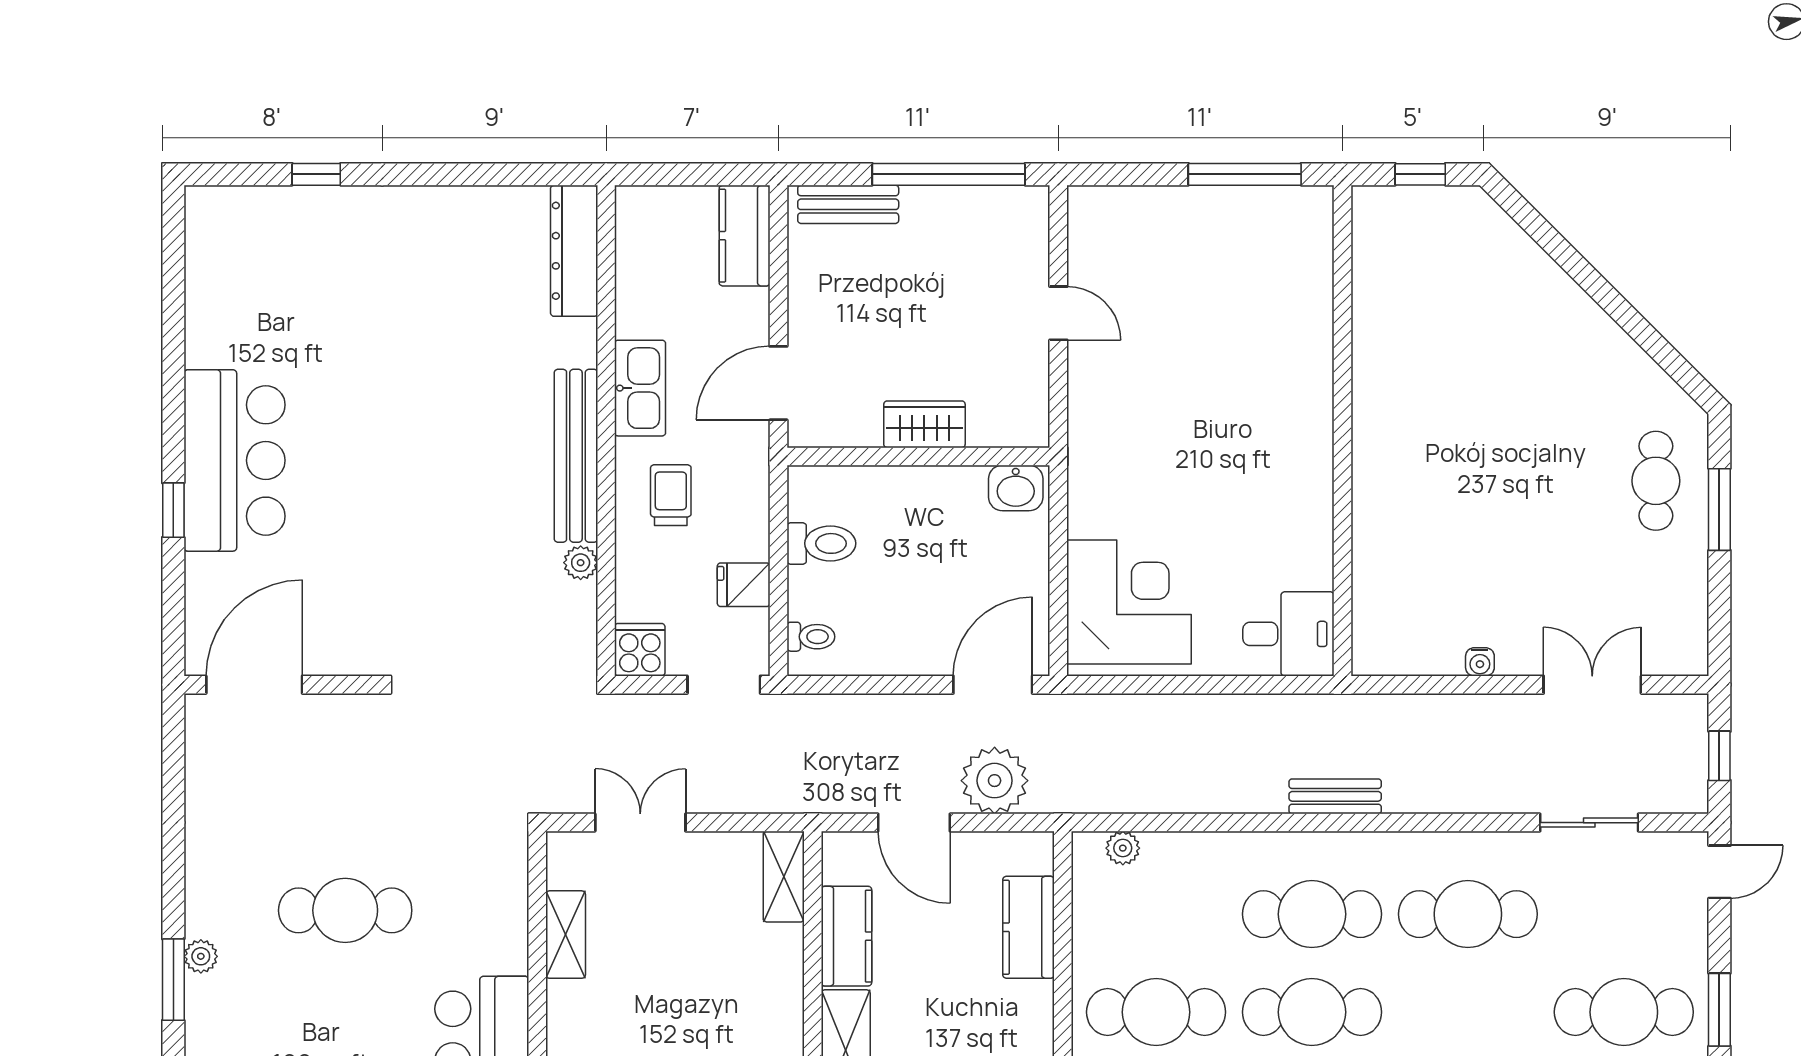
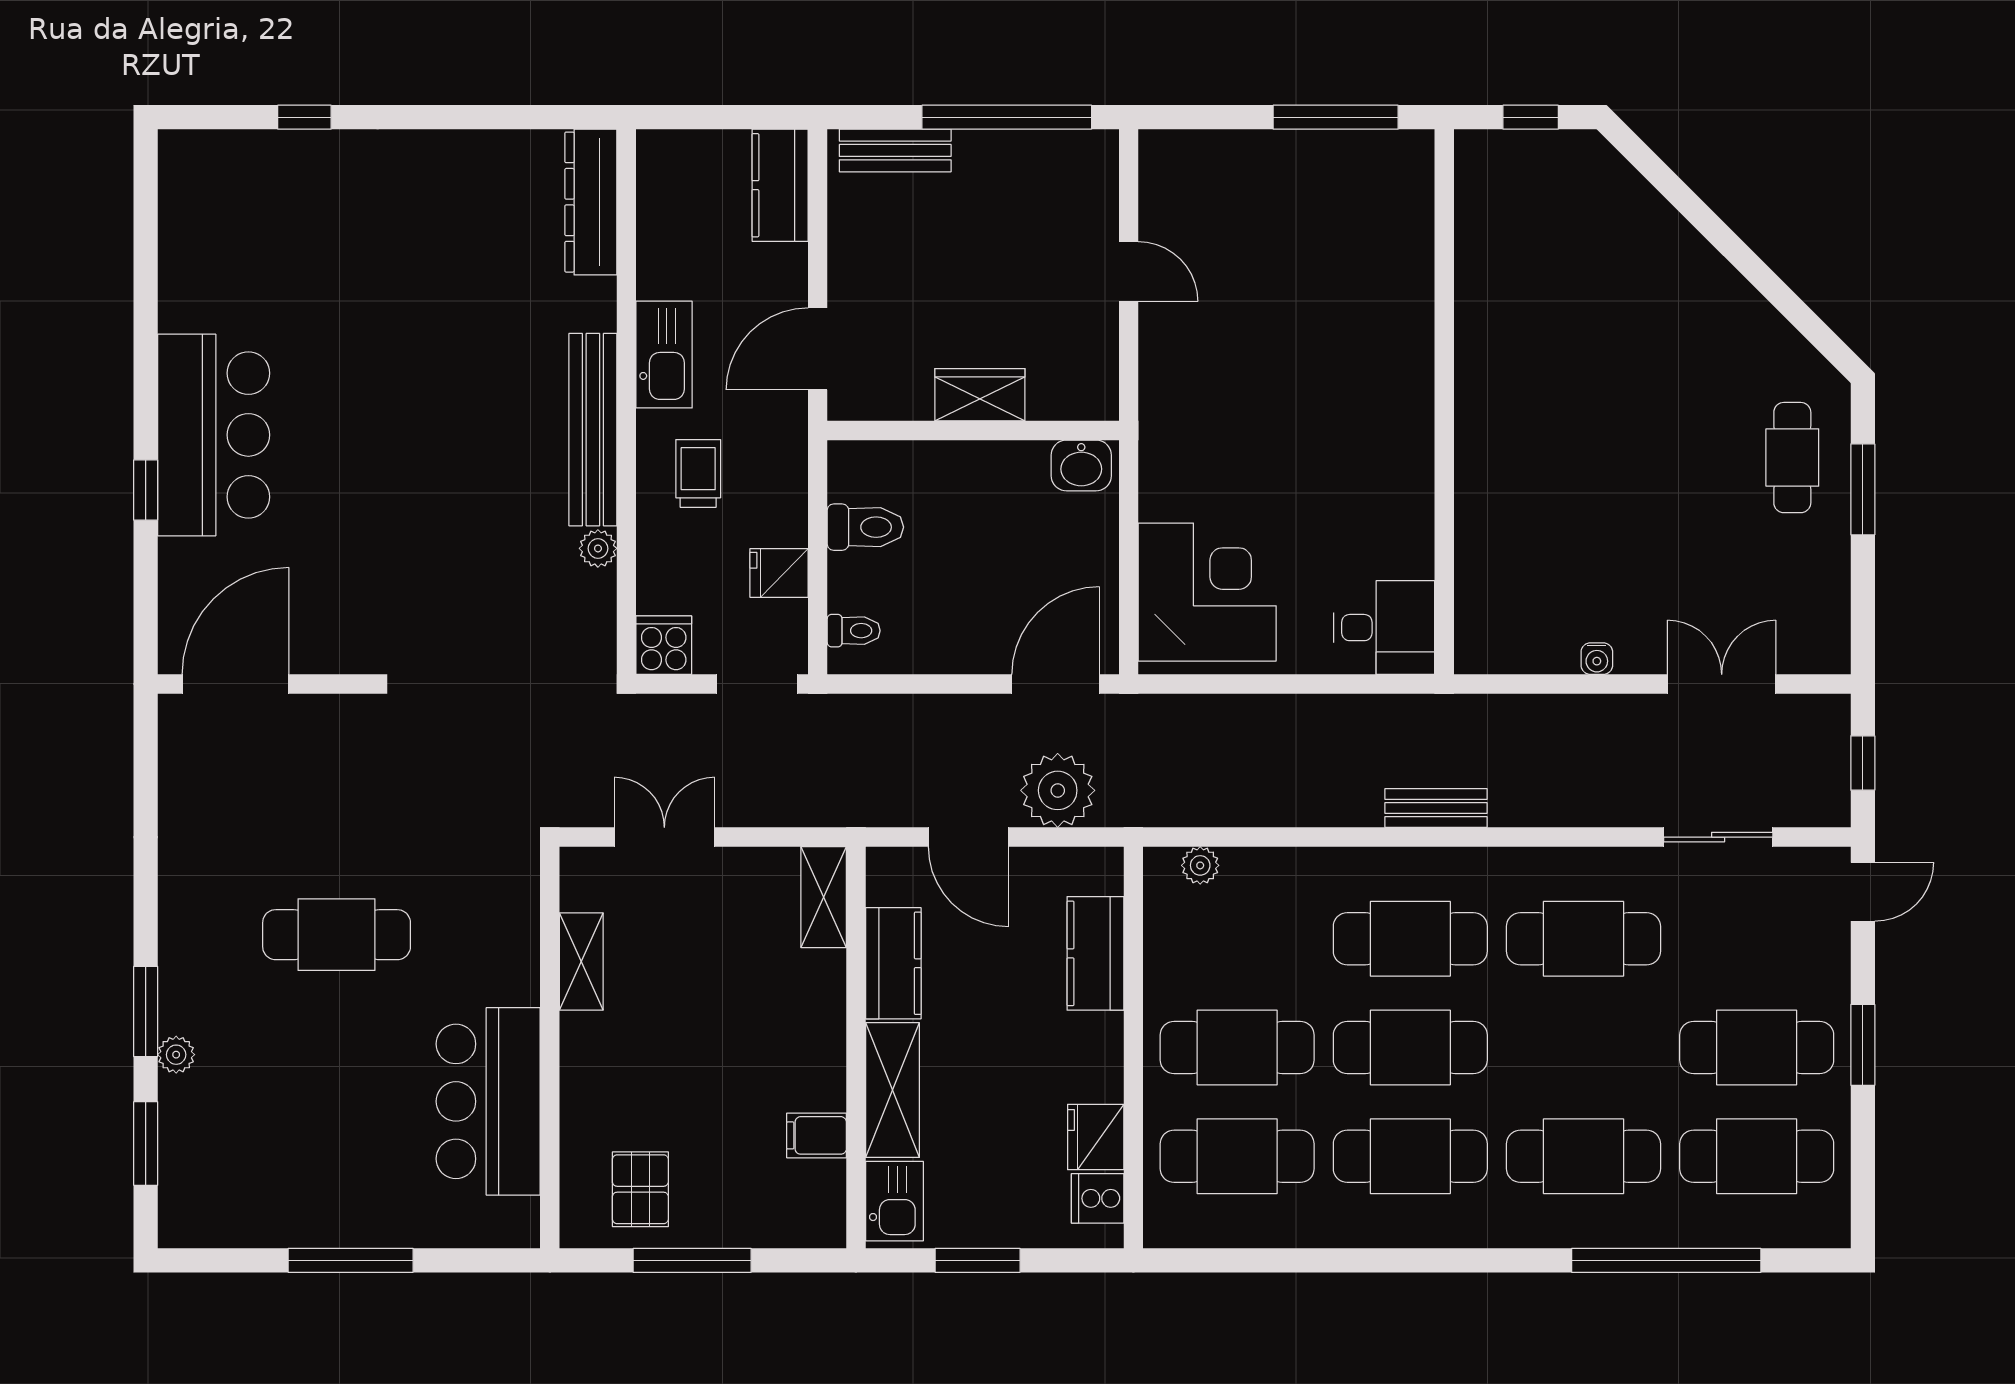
plant: (201, 956) -> (176, 1055), moved

